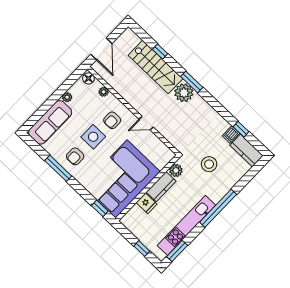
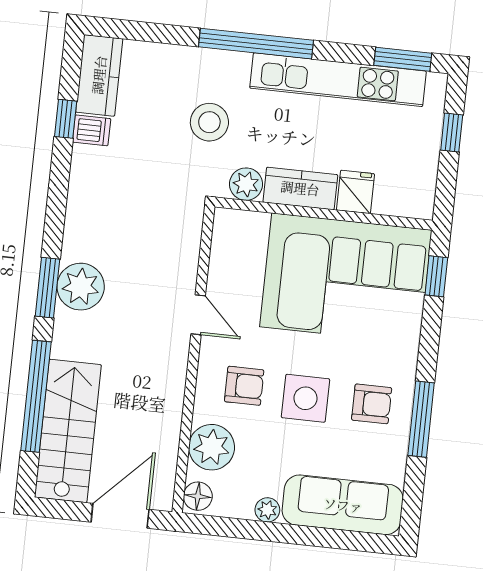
window: (160, 52) -> (36, 396), width x3.17
stairs: (155, 67) -> (68, 431), moved
plant: (104, 92) -> (212, 447), width x1.87, depth x1.87
stool: (209, 164) -> (209, 122), moved

